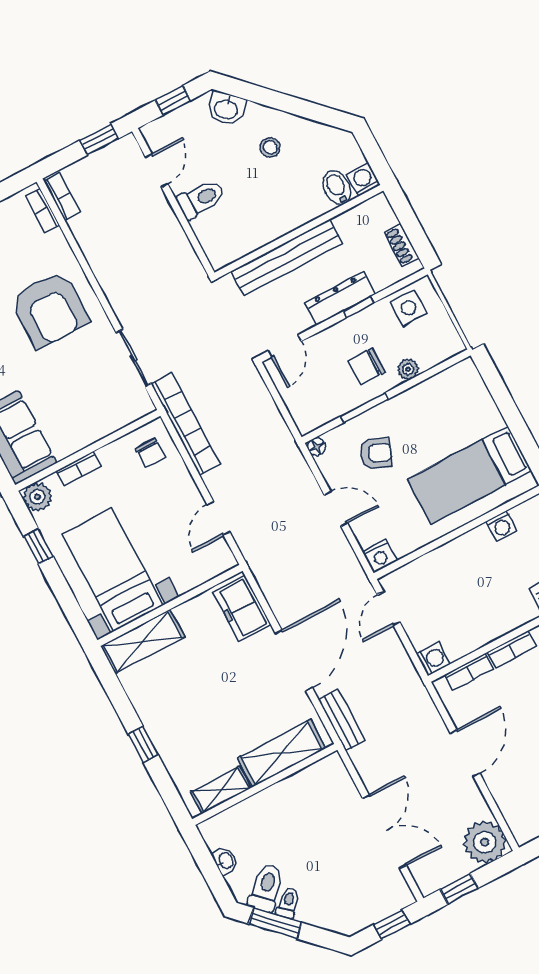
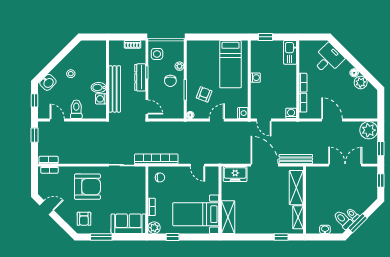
washing machine: (363, 180) -> (101, 99), moved
bidet: (337, 188) -> (99, 88), moved
washing machine: (501, 526) -> (255, 78), moved
bench: (342, 720) -> (296, 159), width x1.36
window: (143, 744) -> (281, 237), moved

